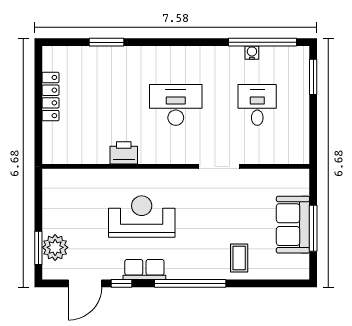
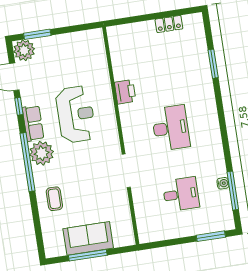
window: (263, 42) -> (233, 191), width x0.68
locker: (50, 97) -> (169, 24), width x0.66
plant: (55, 247) -> (24, 50), moved
coffee table: (239, 258) -> (54, 199), turned 90
plant: (182, 265) -> (42, 153), added

